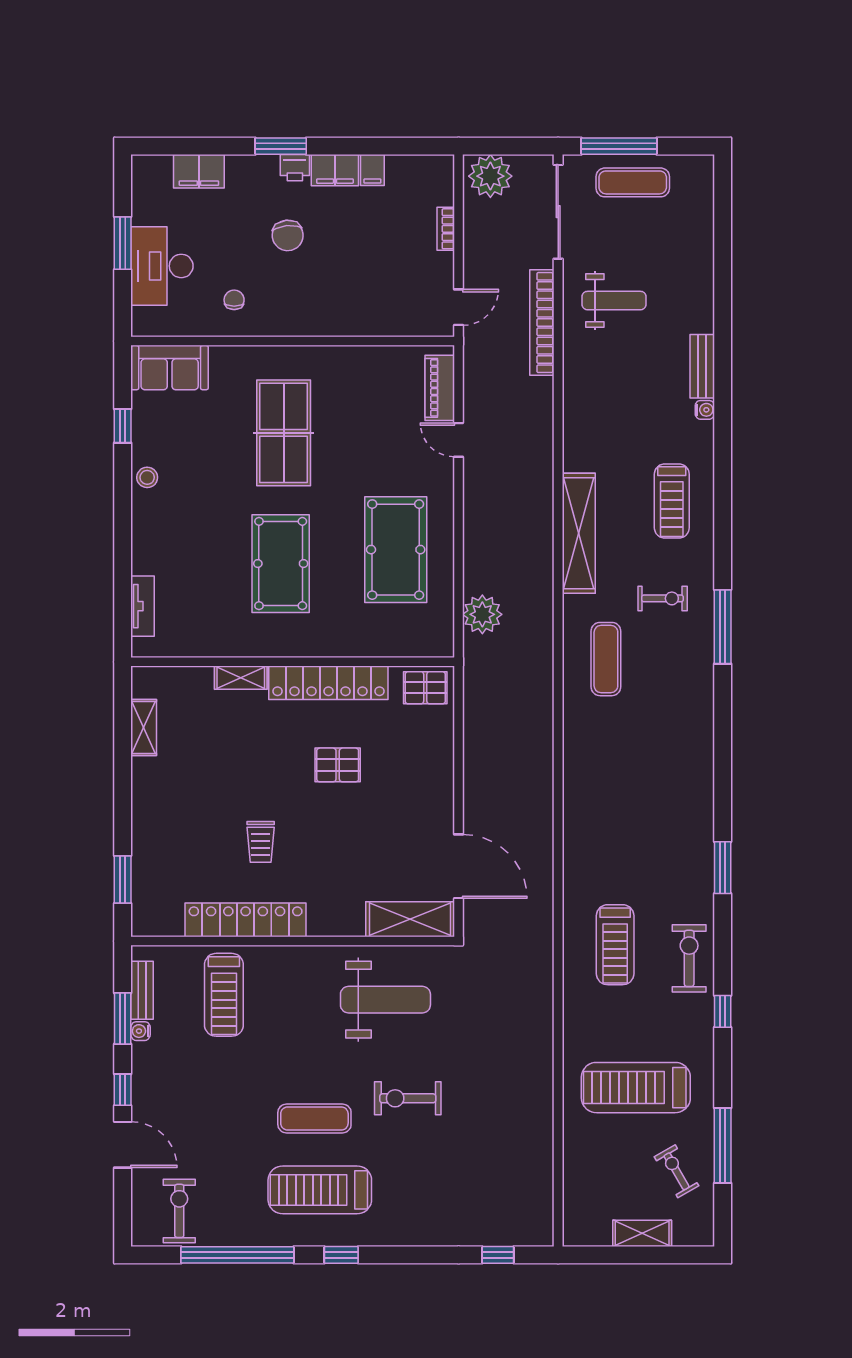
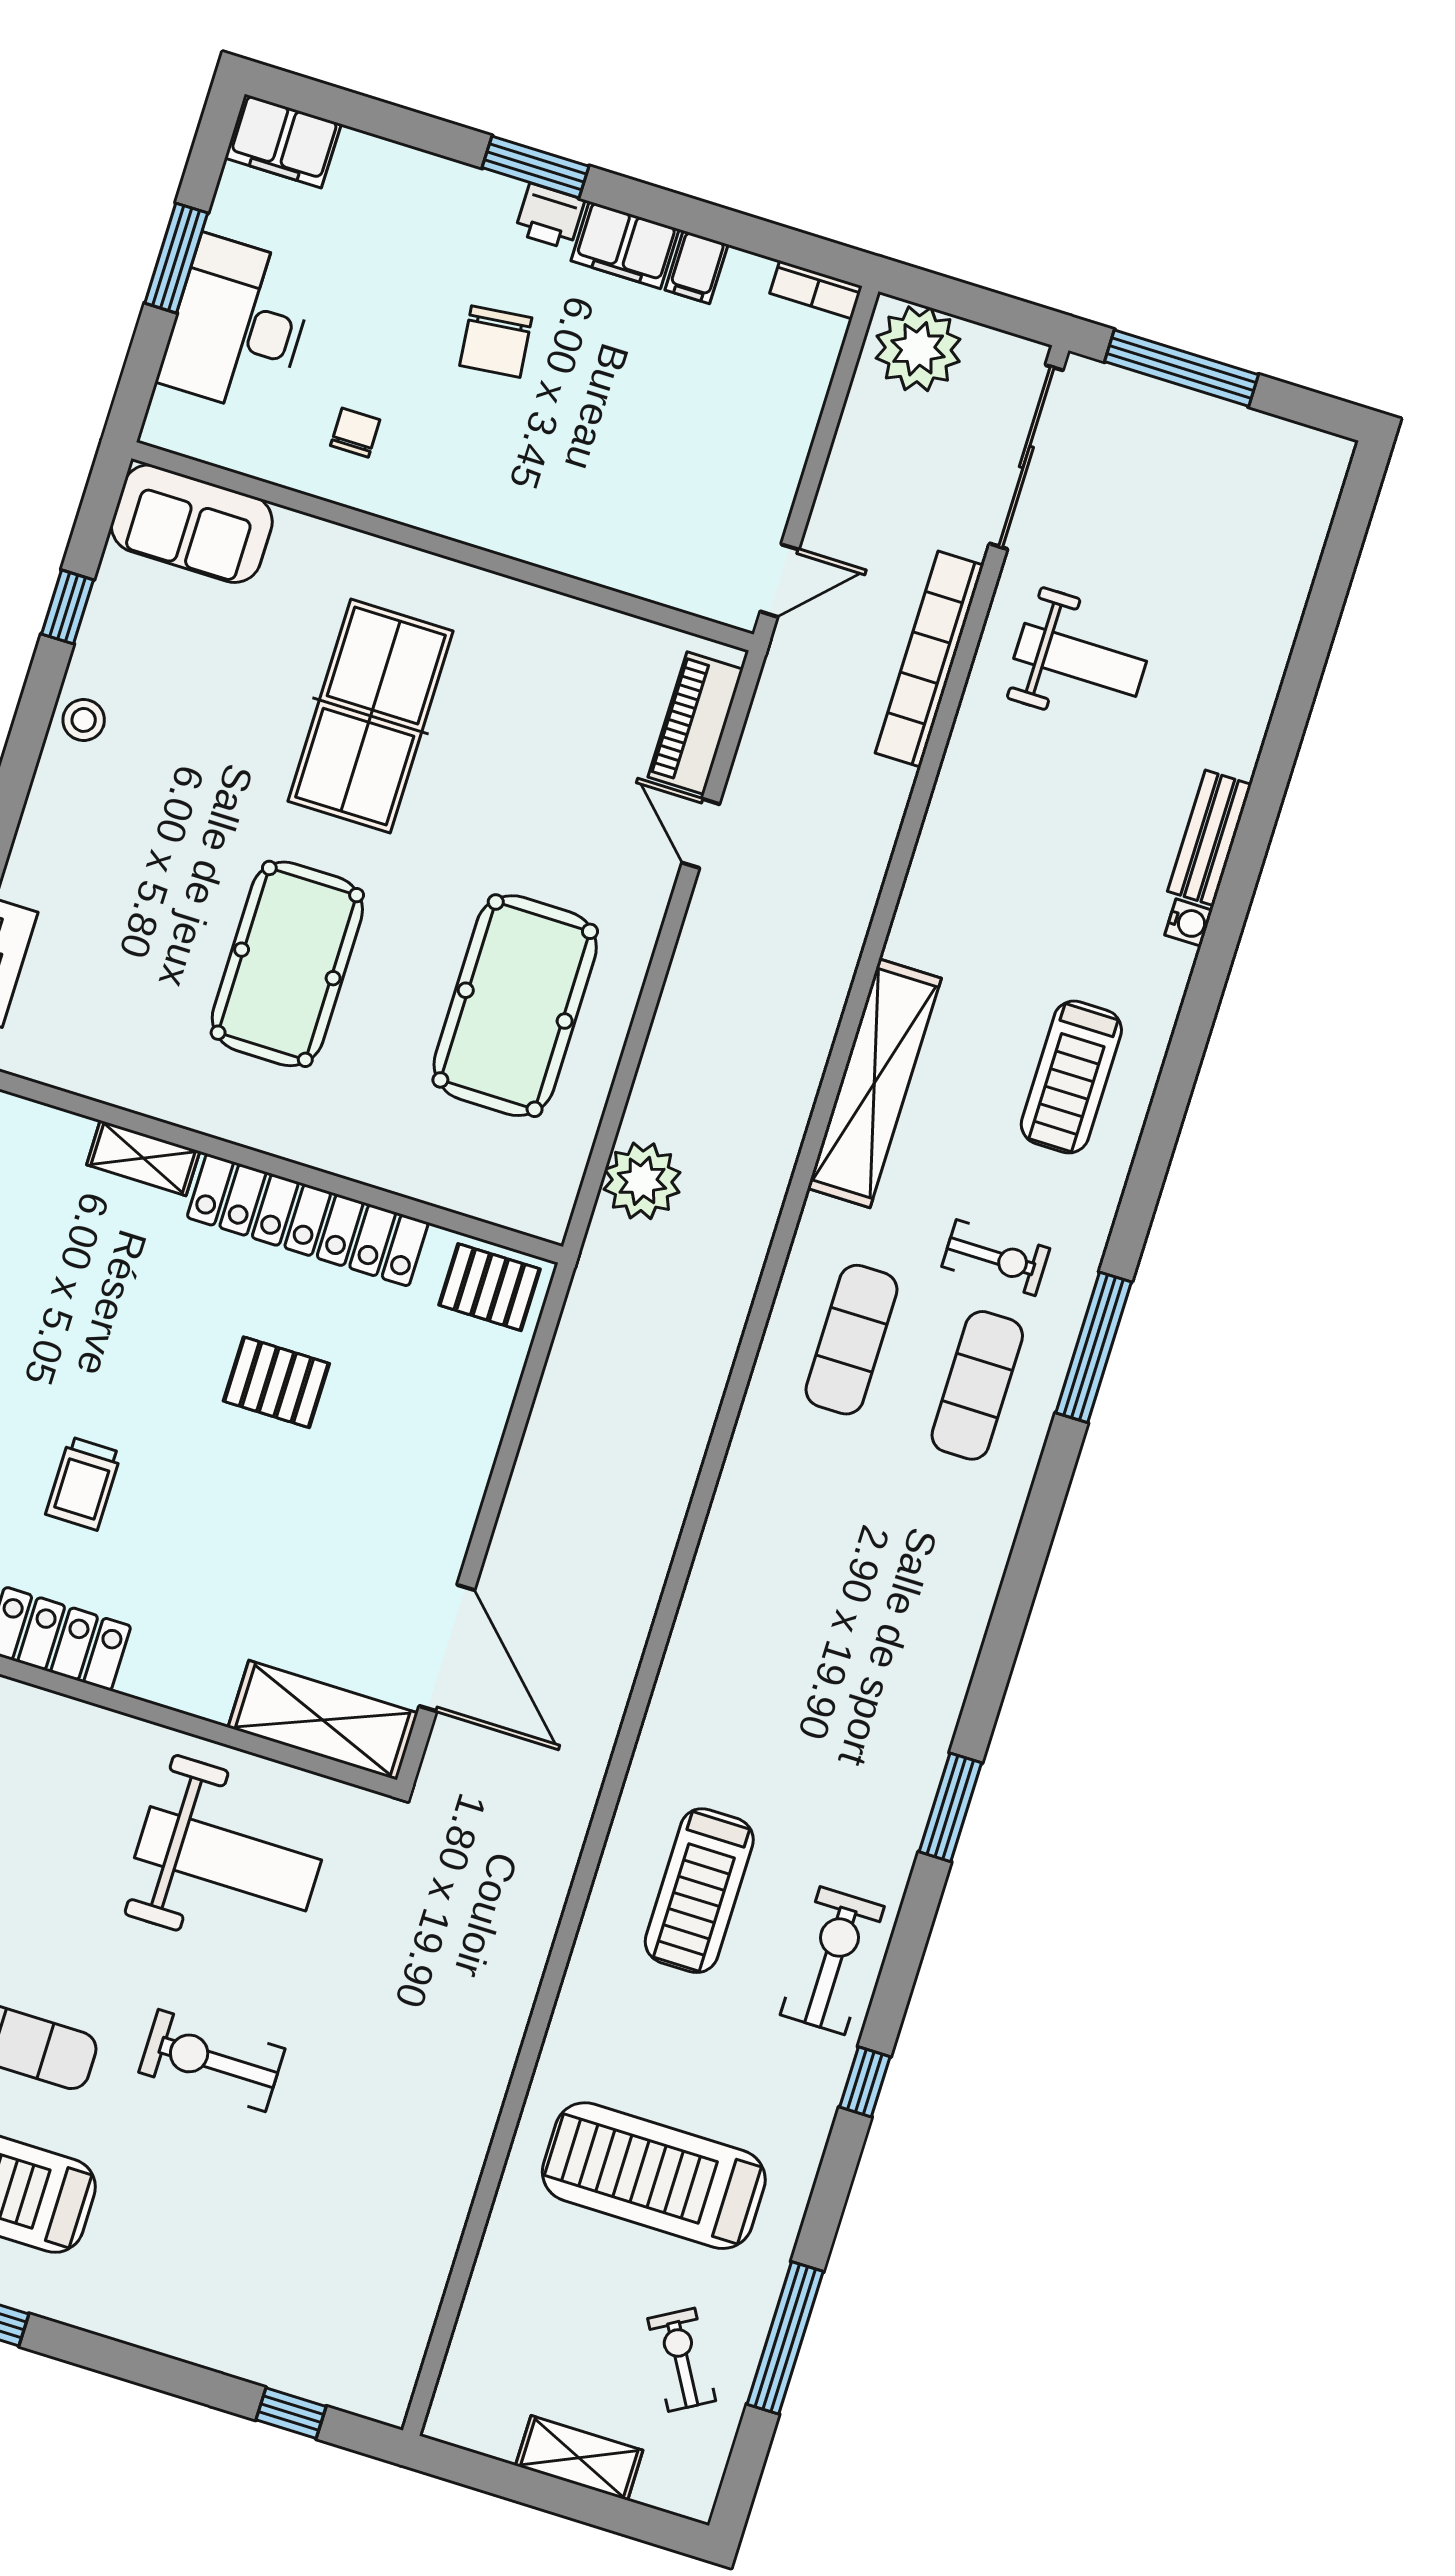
filing cabinet: (199, 171) -> (283, 141), moved
exercise mat: (633, 182) -> (977, 1385), moved, turned 90
bookcase: (446, 229) -> (816, 290), moved, turned -90

